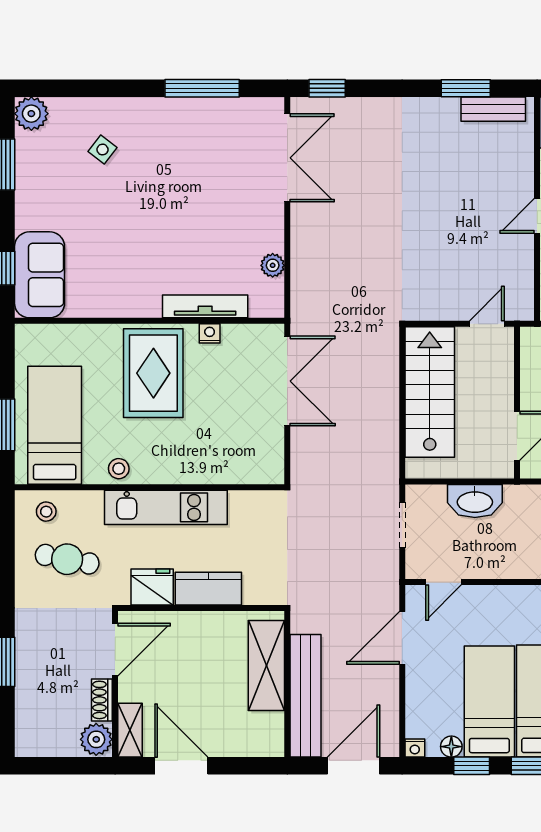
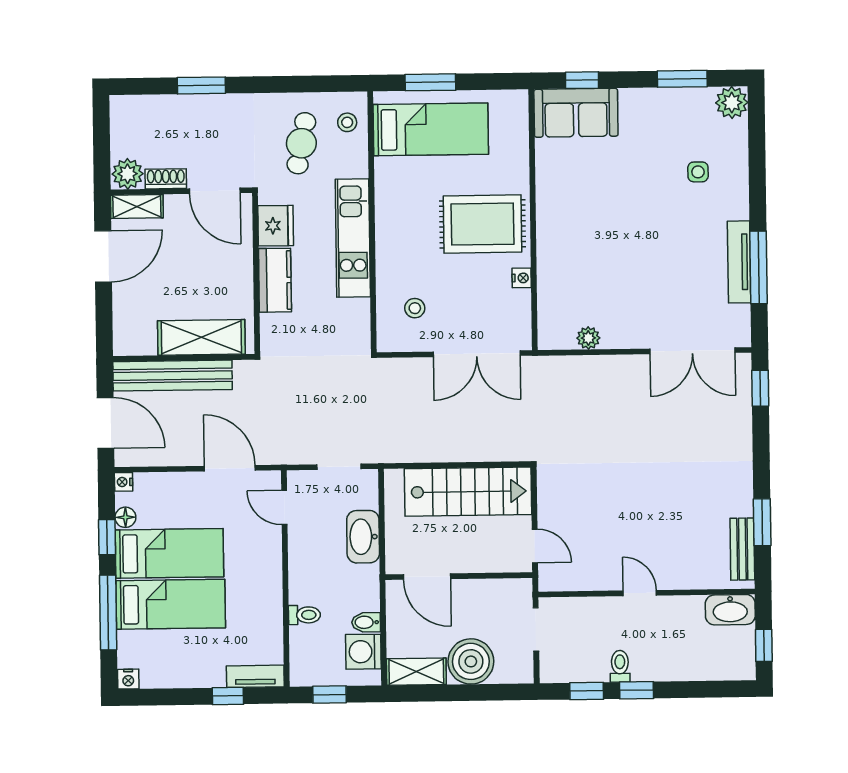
side table: (103, 150) -> (698, 172), turned -38
tv unit: (205, 306) -> (739, 262), moved, turned 180
stool: (119, 469) -> (415, 308), moved

